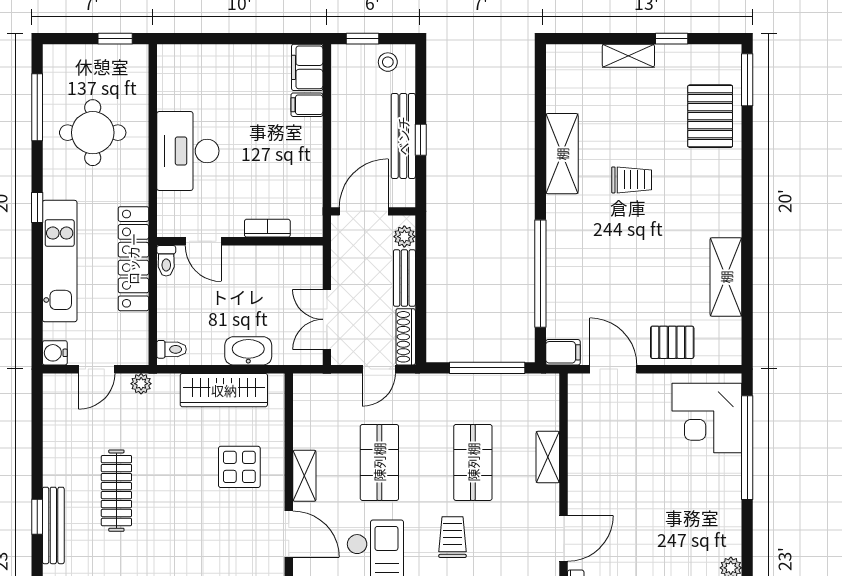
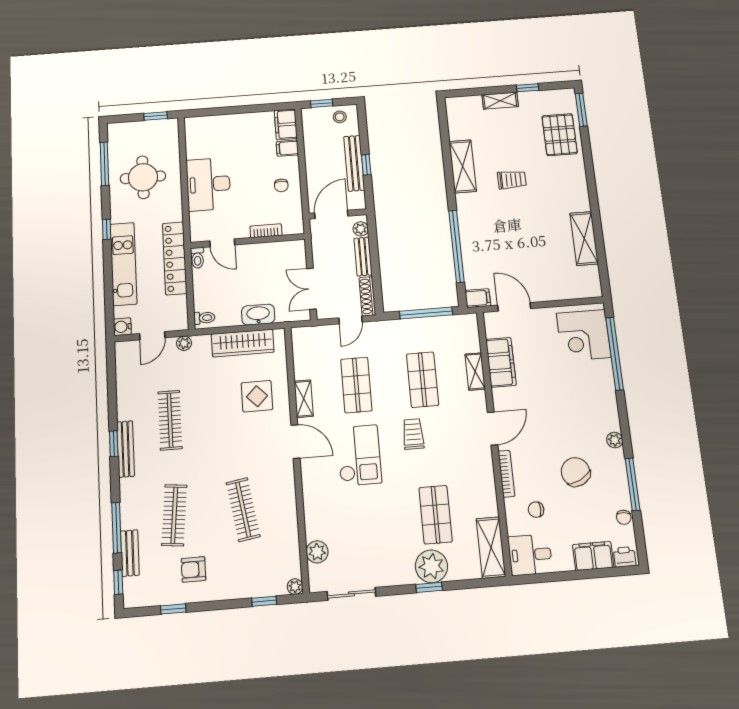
chair: (294, 161) -> (281, 185), added
pallet: (672, 342) -> (553, 285), removed
filing cabinet: (585, 447) -> (501, 362), added

